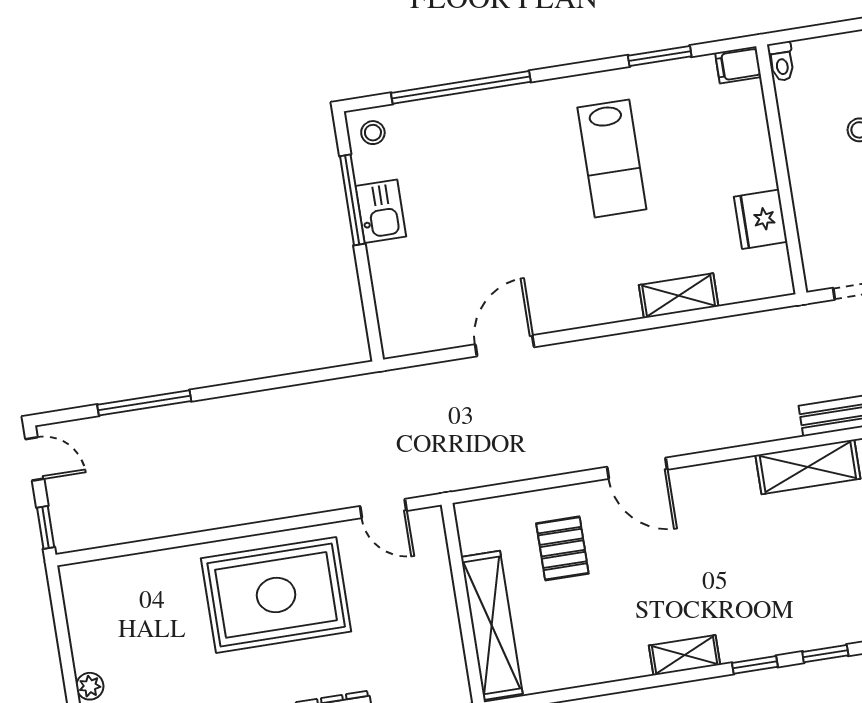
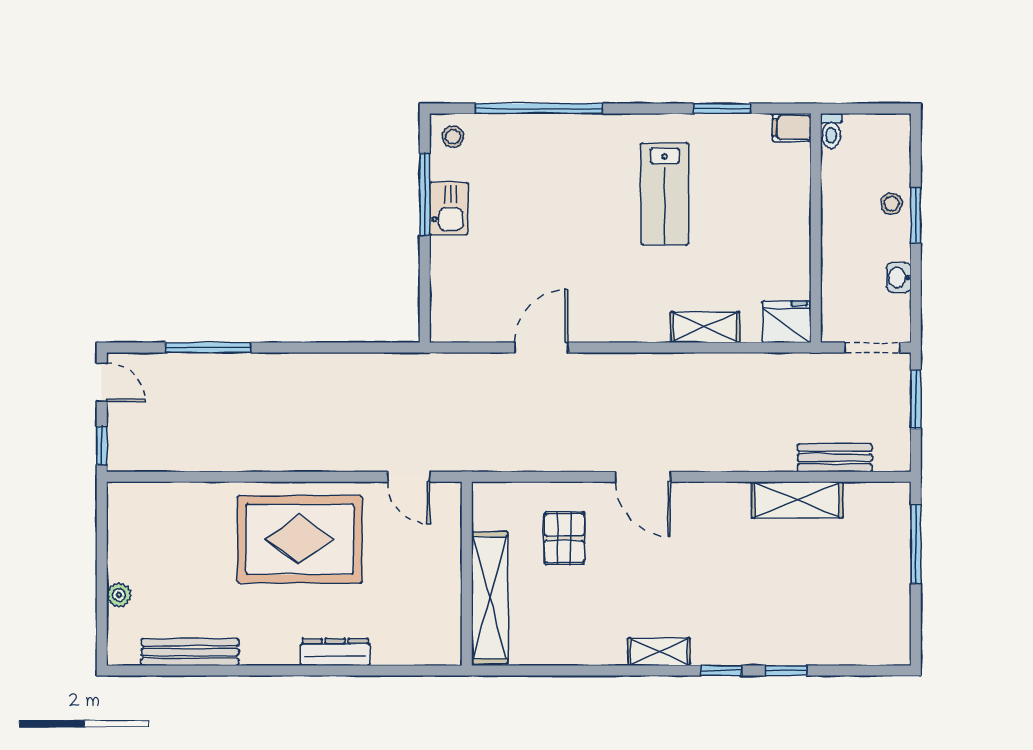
fridge: (761, 219) -> (787, 322), moved, turned 90

